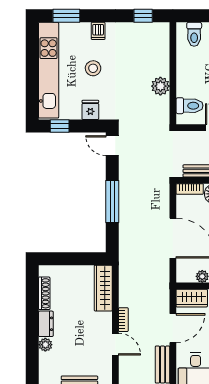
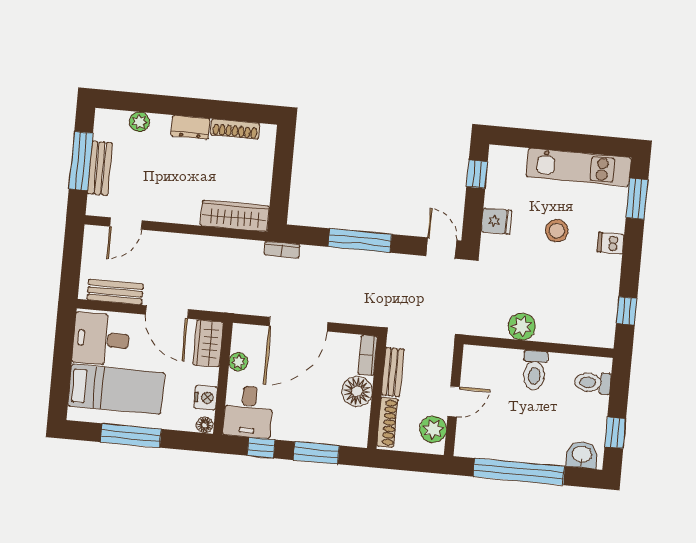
kitchen unit: (49, 70) -> (579, 167), width x0.73
toilet: (189, 106) -> (535, 370), moved
door: (112, 146) -> (441, 248), hinge flipped
bookcase: (123, 320) -> (282, 250), moved
door: (115, 344) -> (126, 223), moved
plant: (45, 345) -> (139, 122), moved

